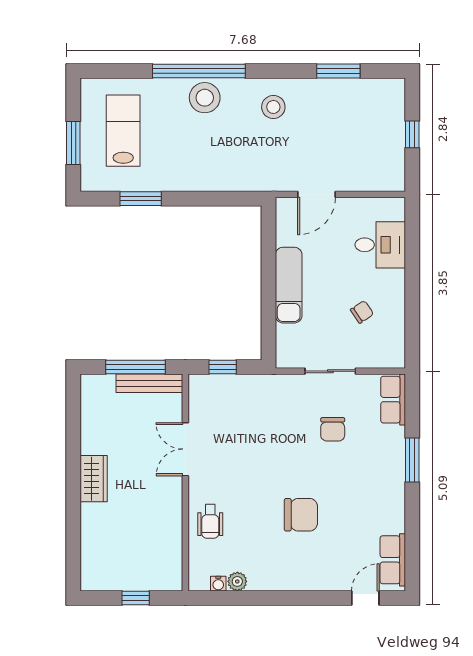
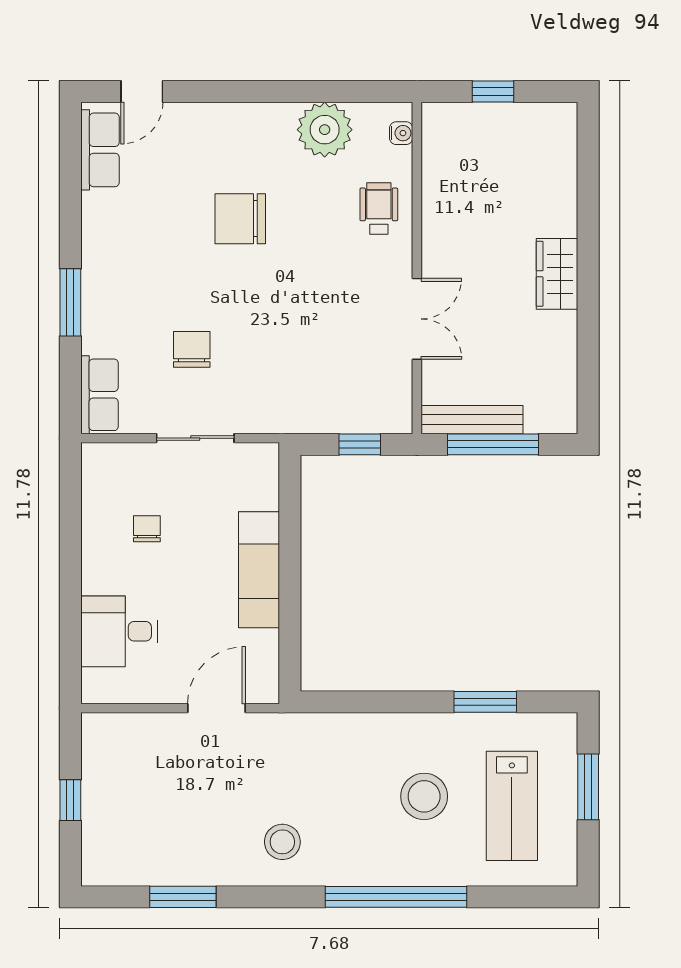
stool: (205, 98) -> (424, 796), moved
chair: (362, 312) -> (147, 529), turned 124
plant: (237, 581) -> (325, 130), width x1.87, depth x1.87
water cooler: (218, 584) -> (401, 133), moved, turned 90

